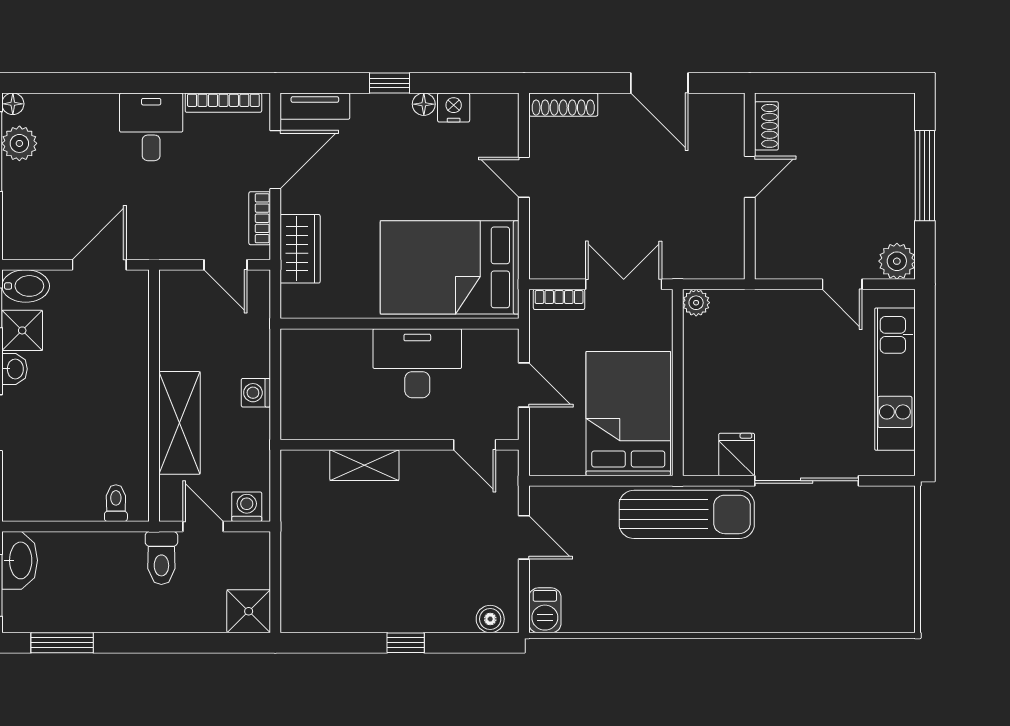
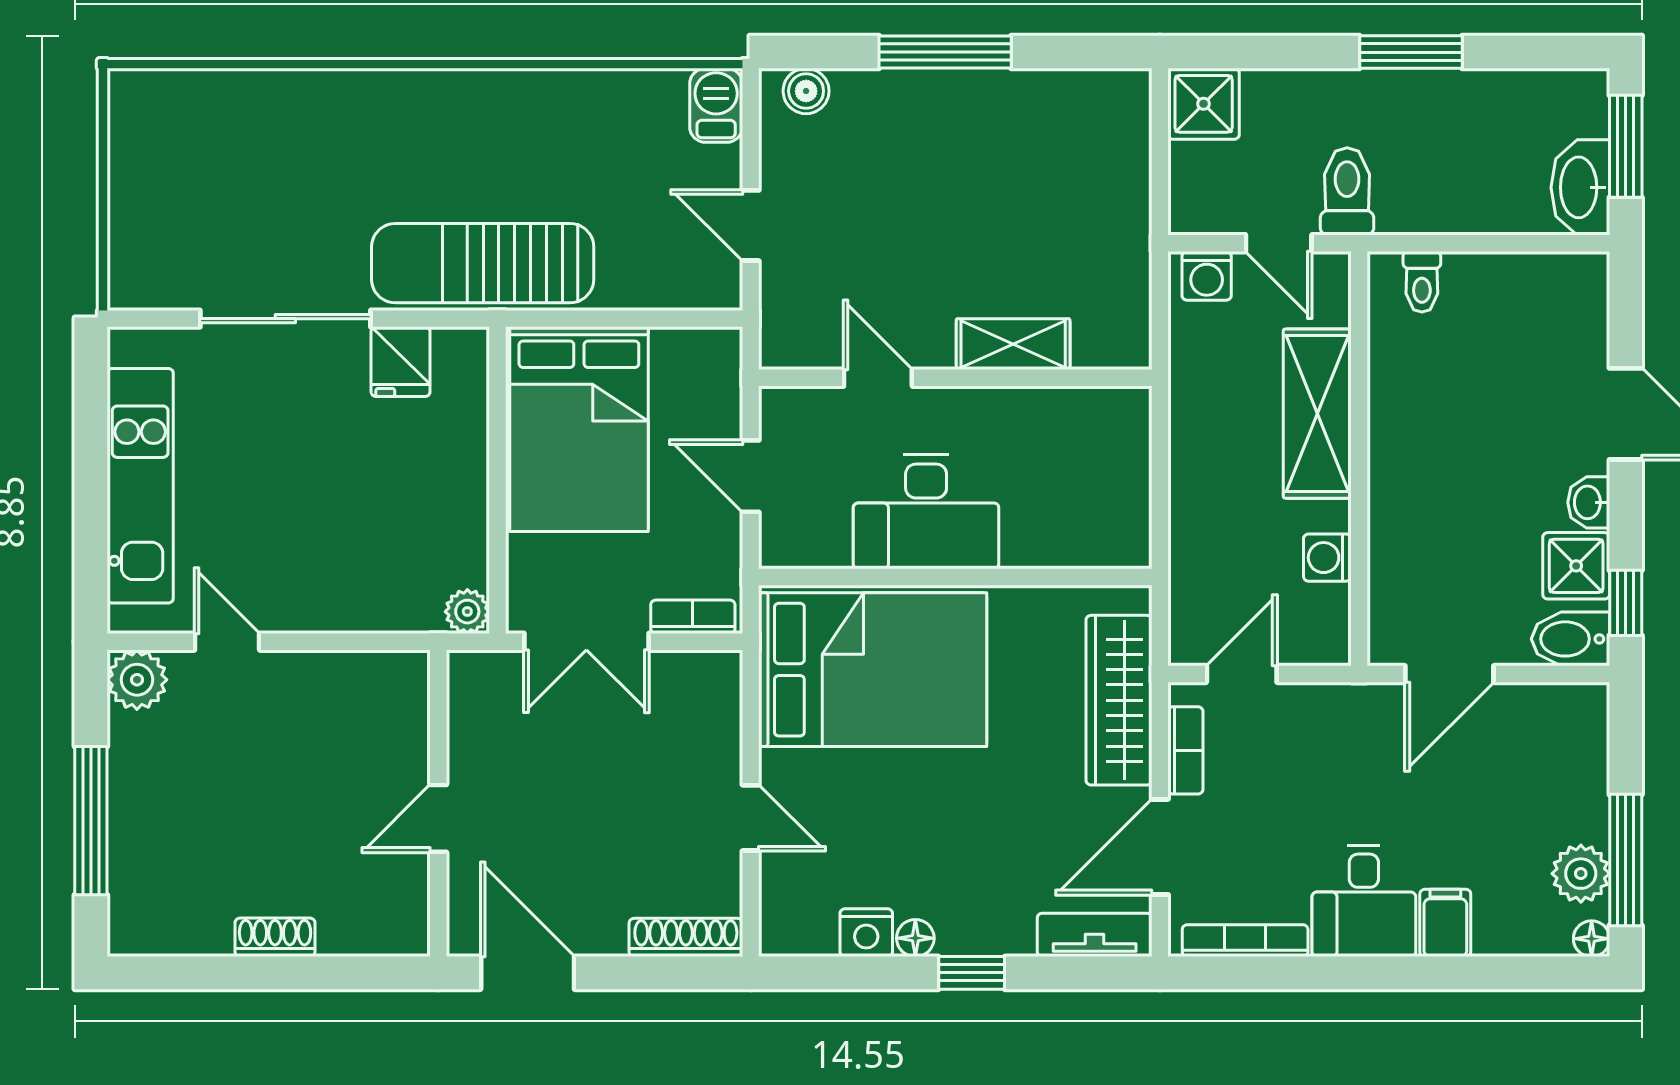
filing cabinet: (102, 113) -> (1445, 923), added
shoe rack: (766, 126) -> (275, 937), moved, turned 90
door: (750, 177) -> (438, 818), moved
wall: (750, 186) -> (438, 803), moved
wardrobe: (300, 249) -> (1119, 700), width x1.50
door: (225, 265) -> (1242, 674), hinge flipped
washing machine: (256, 393) -> (1327, 558), moved, turned 180
door: (475, 445) -> (878, 378), moved
window: (62, 643) -> (1411, 52), moved
window: (406, 643) -> (945, 52), width x2.17

